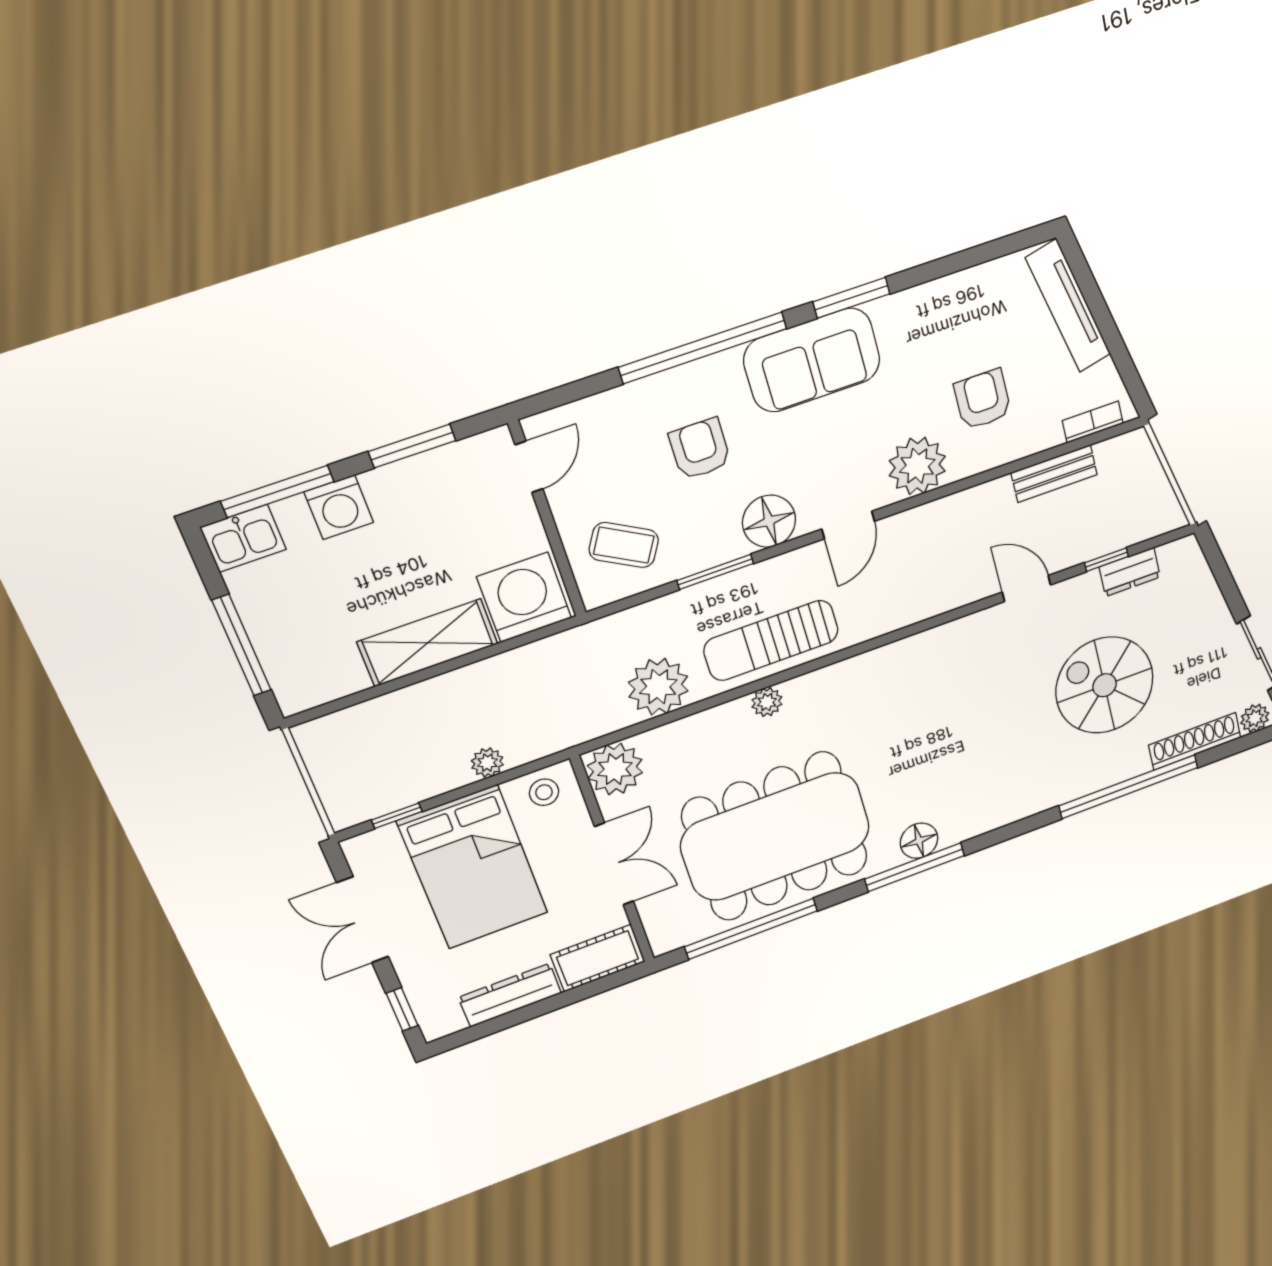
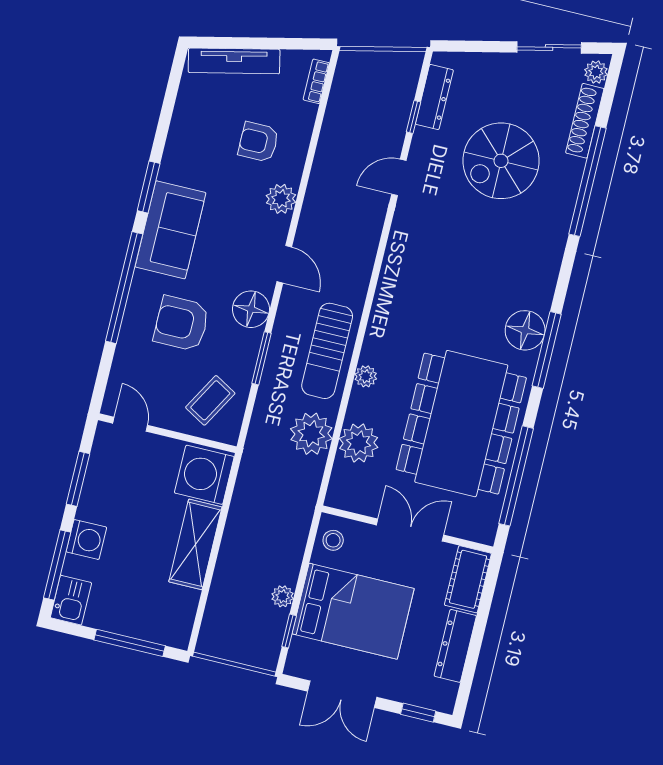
armchair: (700, 449) -> (181, 323), width x1.38, depth x1.38
plant: (917, 466) -> (281, 199), width x0.73, depth x0.73
bench: (1054, 474) -> (334, 122), removed
dresser: (1130, 572) -> (434, 97), width x1.44
plant: (487, 763) -> (283, 596), moved
plant: (615, 769) -> (359, 443), moved
floor lamp: (919, 841) -> (525, 330), width x1.38, depth x1.38

